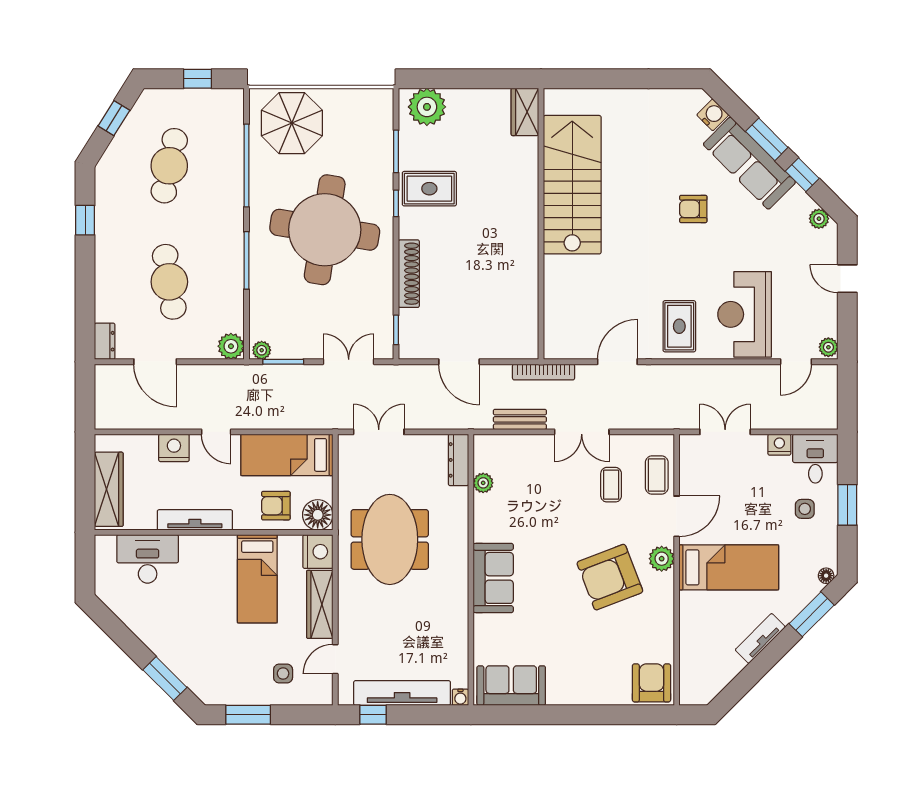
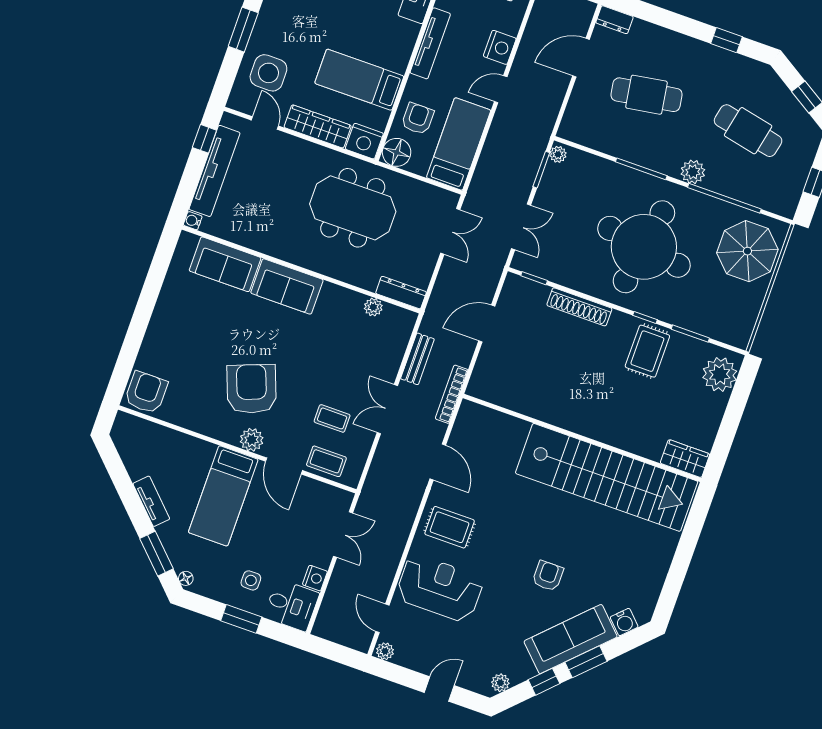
stairs: (572, 185) -> (607, 477), width x1.36
plant: (231, 346) -> (693, 172), moved
side table: (283, 673) -> (268, 73), width x1.87, depth x1.87
armchair: (651, 683) -> (146, 392), turned -90
sofa: (511, 686) -> (225, 264), moved, turned 90

